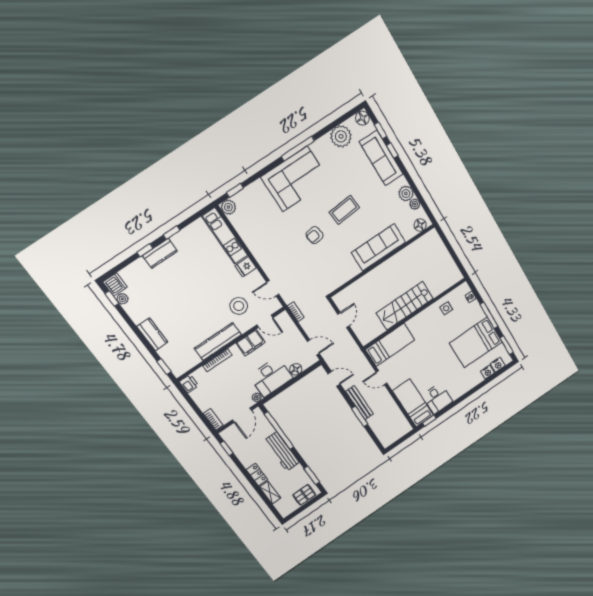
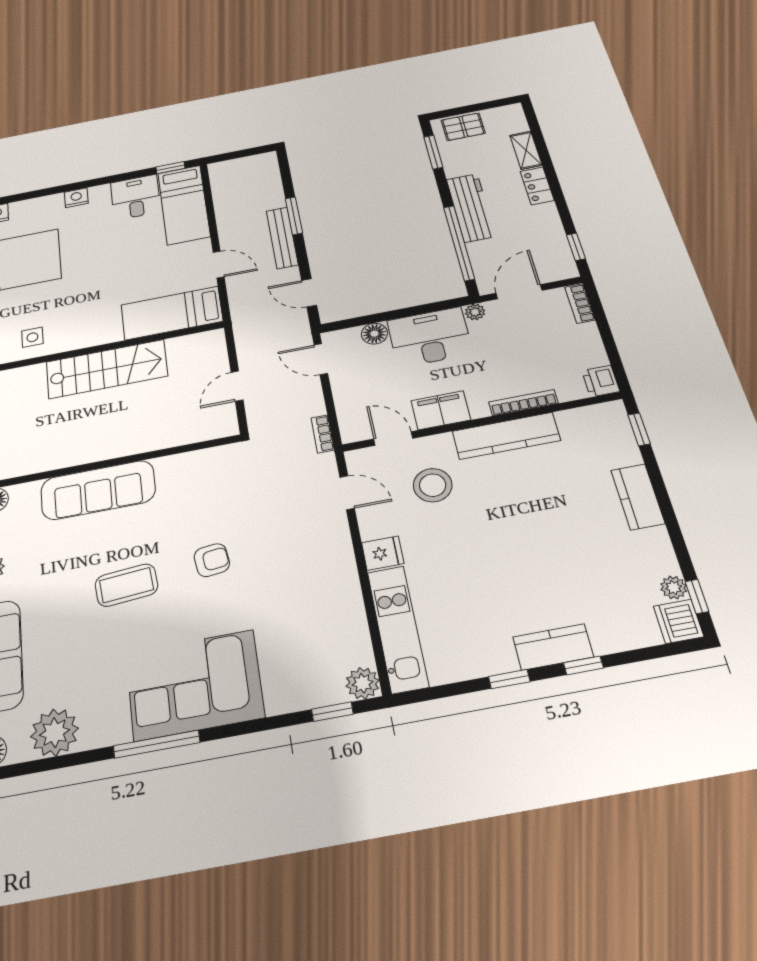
nightstand: (488, 372) -> (76, 198), moved

